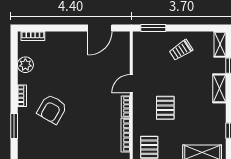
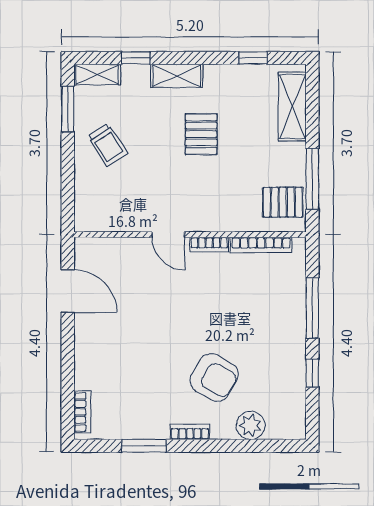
window: (153, 28) -> (68, 109), moved
plant: (25, 65) -> (251, 425), moved
pallet: (165, 108) -> (201, 134), moved, turned 90
window: (14, 126) -> (144, 446), moved

